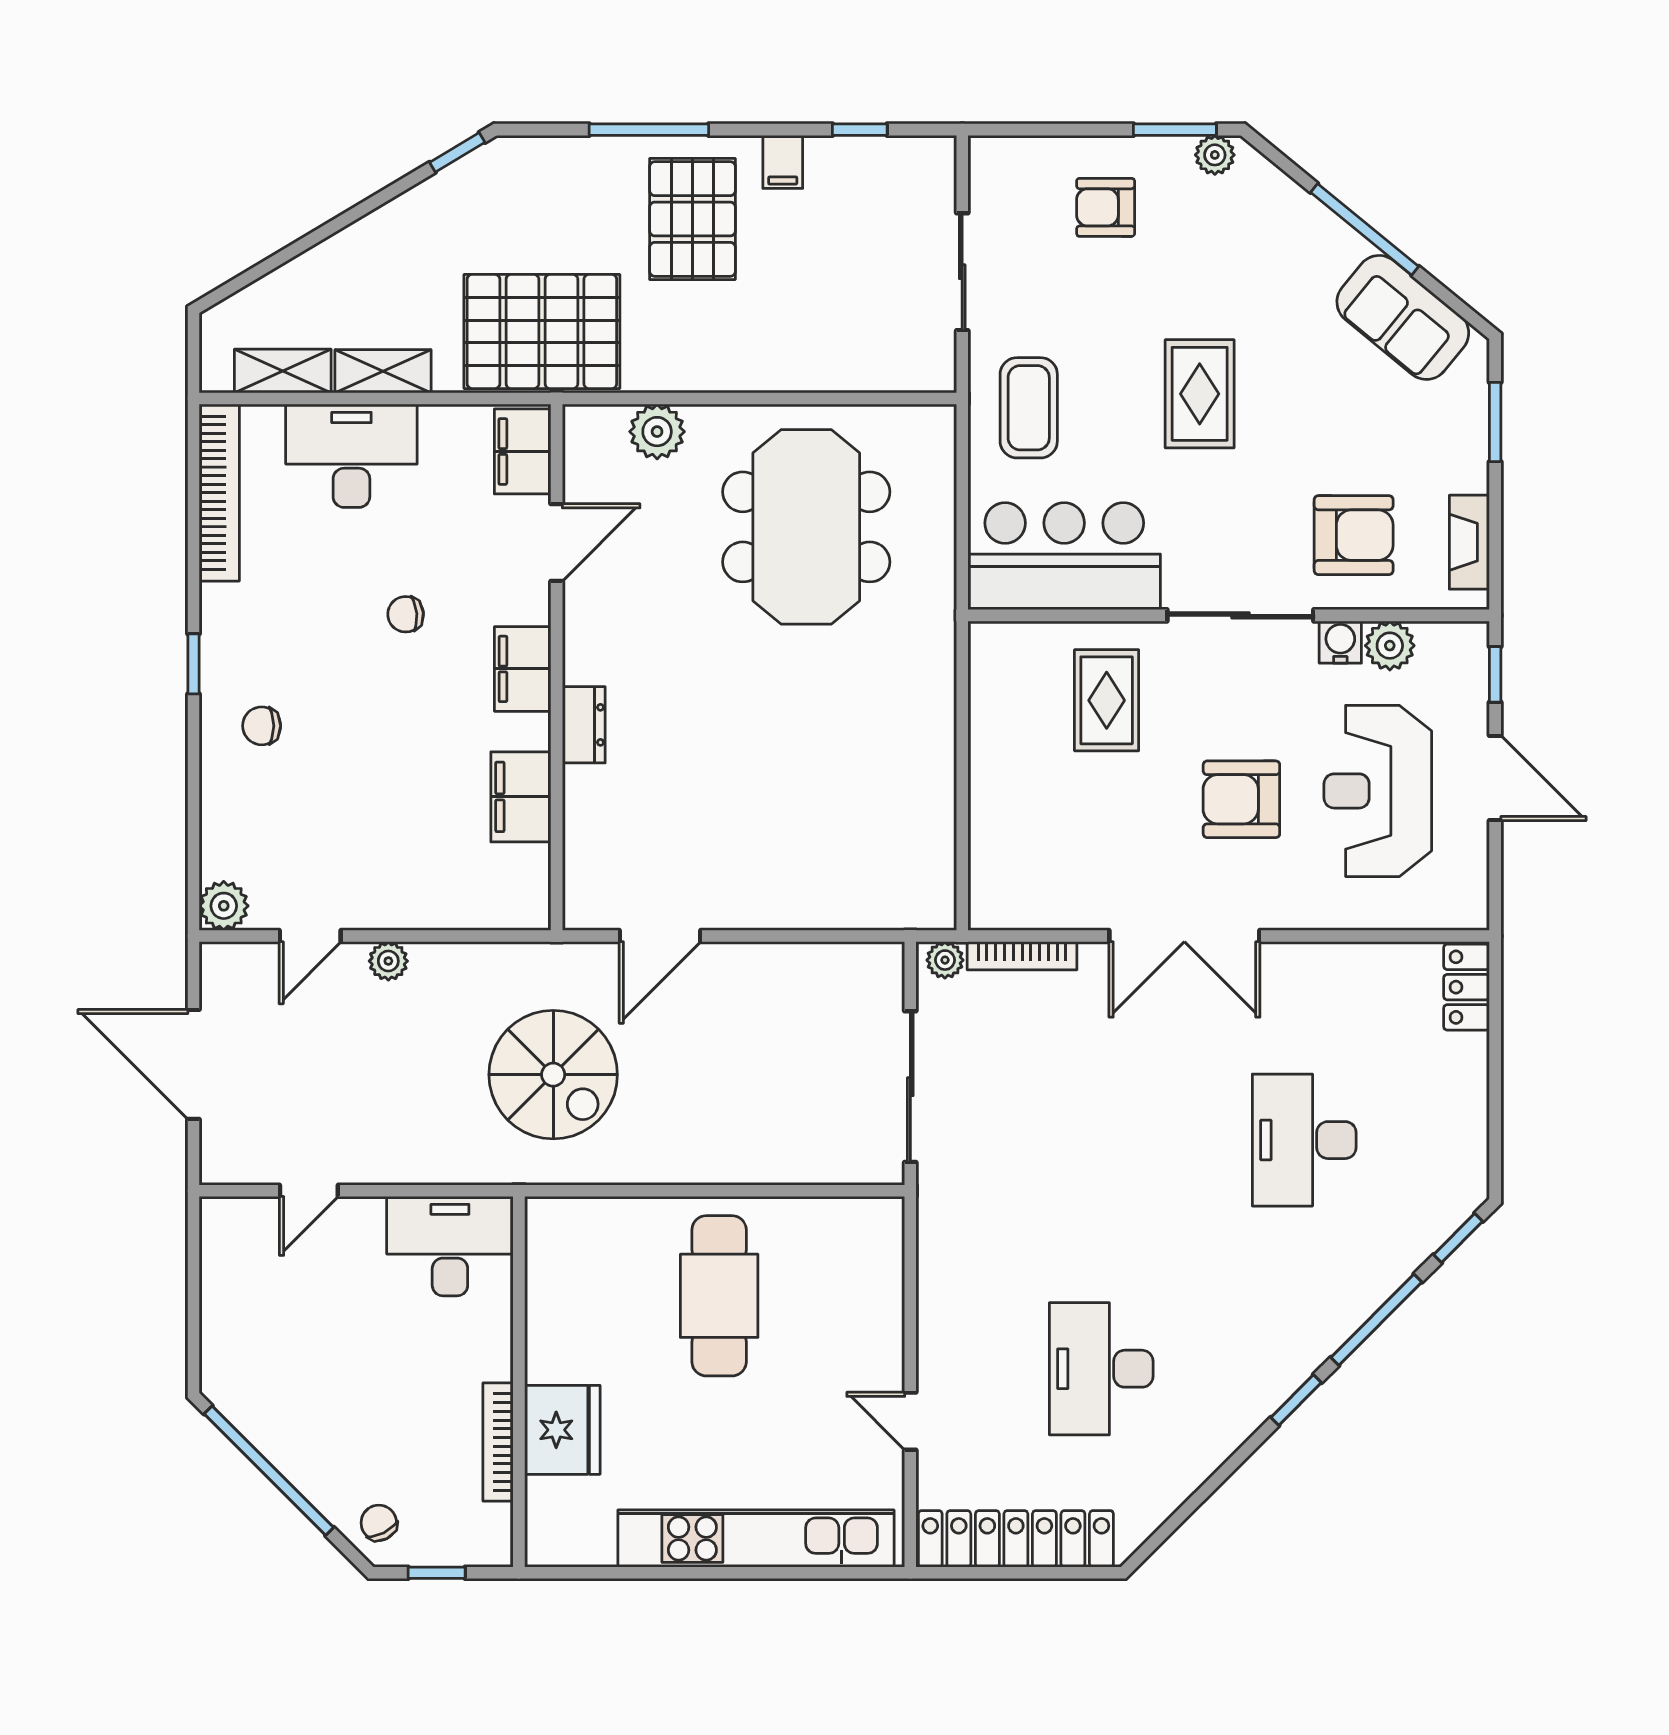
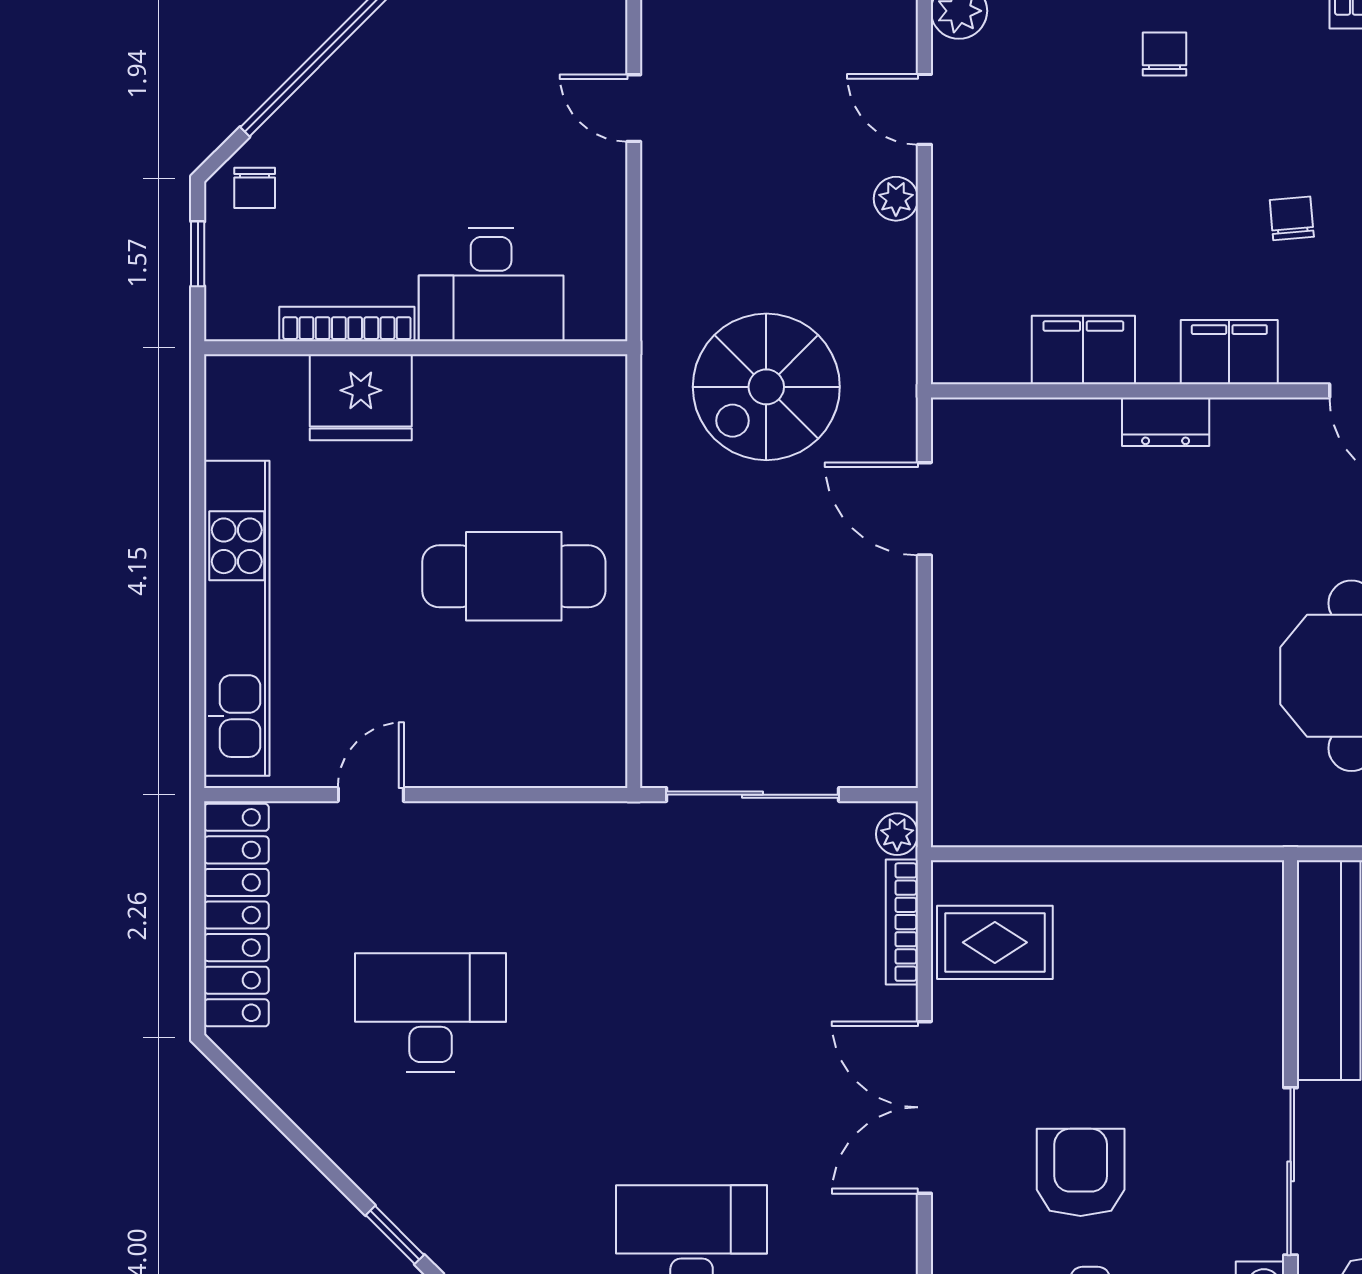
rug: (1107, 700) -> (995, 942), moved
desk: (450, 1246) -> (491, 285), moved, turned 90
chair: (379, 1523) -> (255, 188), turned 117

